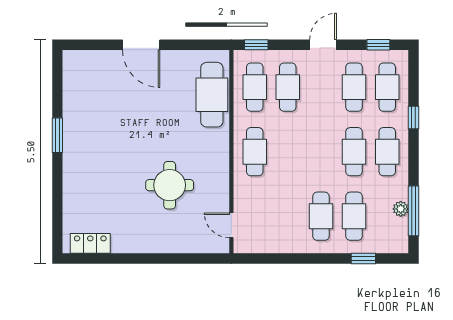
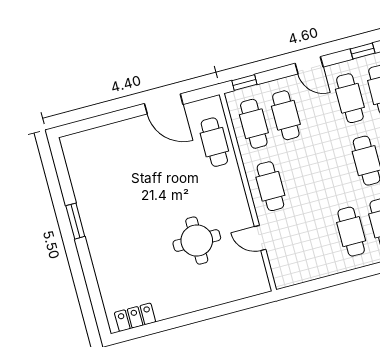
door: (141, 45) -> (164, 104), moved
door: (323, 45) -> (309, 65), swing flipped
cafe table: (212, 95) -> (214, 142), width x0.73, depth x0.74
door: (231, 225) -> (260, 238), moved

